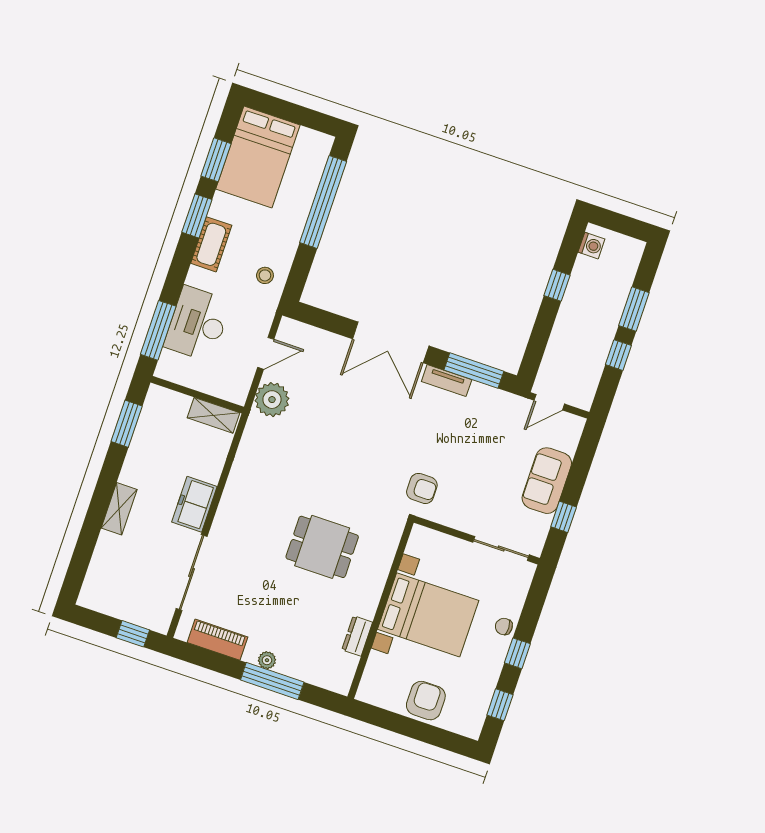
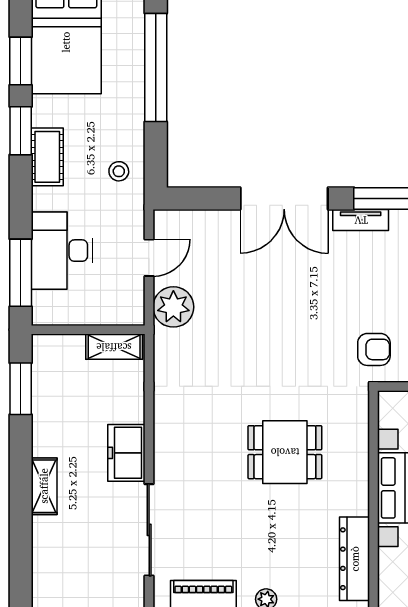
dresser: (357, 636) -> (355, 559), width x1.96, depth x1.24

